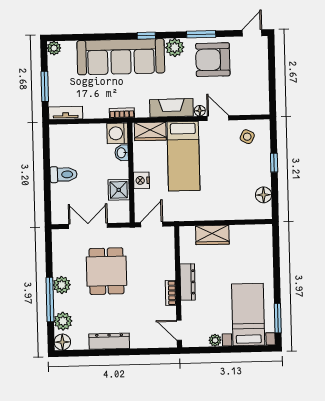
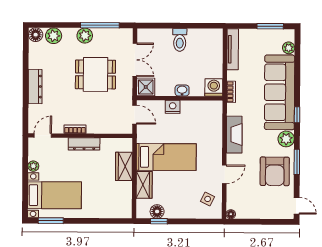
plant: (54, 48) -> (289, 48), moved
armchair: (213, 60) -> (275, 171), turned 180
window: (45, 86) -> (270, 26), moved
floor lamp: (200, 111) -> (231, 214), moved
tv unit: (66, 113) -> (233, 49), width x1.41
wardrobe: (150, 131) -> (144, 185), moved, turned 180
washbasin: (122, 153) -> (182, 90), moved
bed: (183, 156) -> (166, 157), moved, turned 180
window: (274, 163) -> (159, 221), moved
shower: (119, 190) -> (146, 87), moved
window: (50, 300) -> (100, 25), moved
dresser: (109, 341) -> (35, 87), moved

